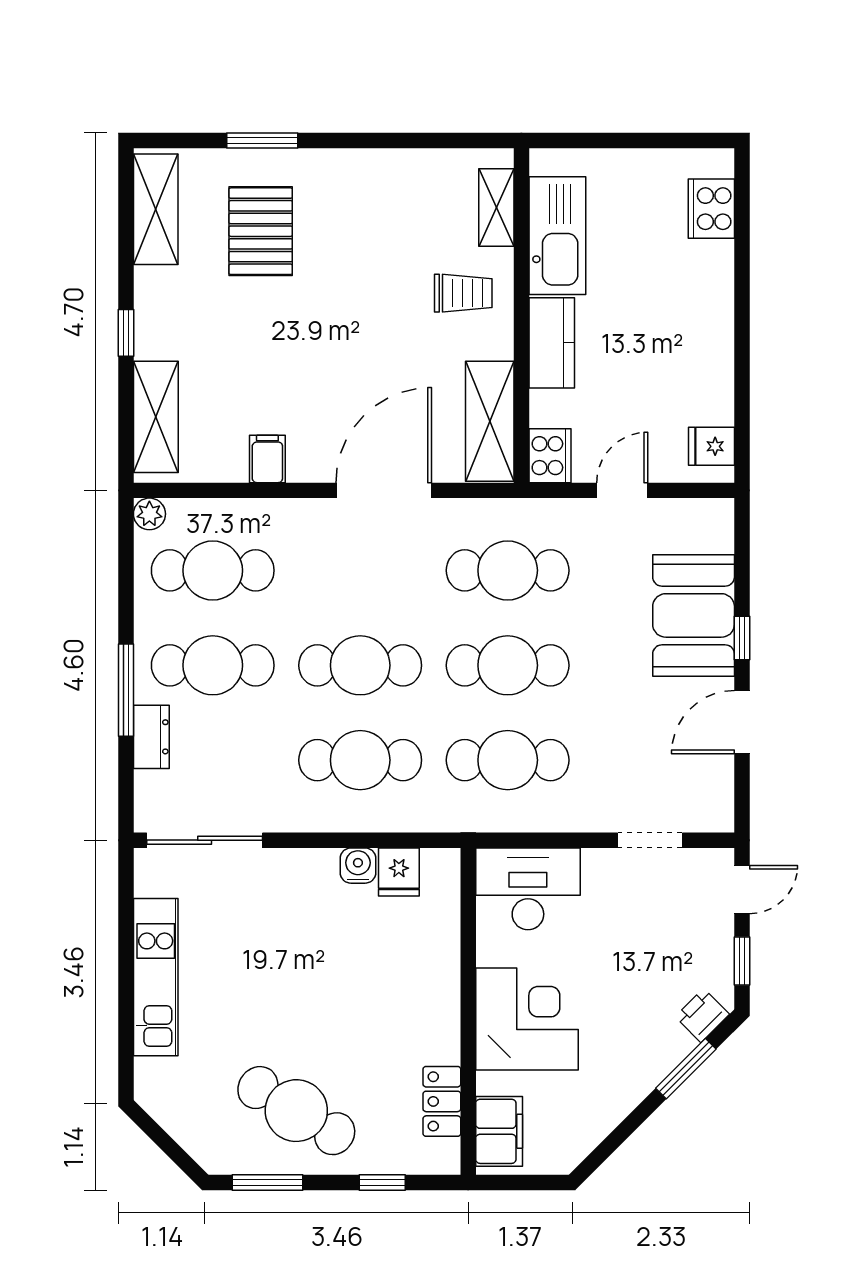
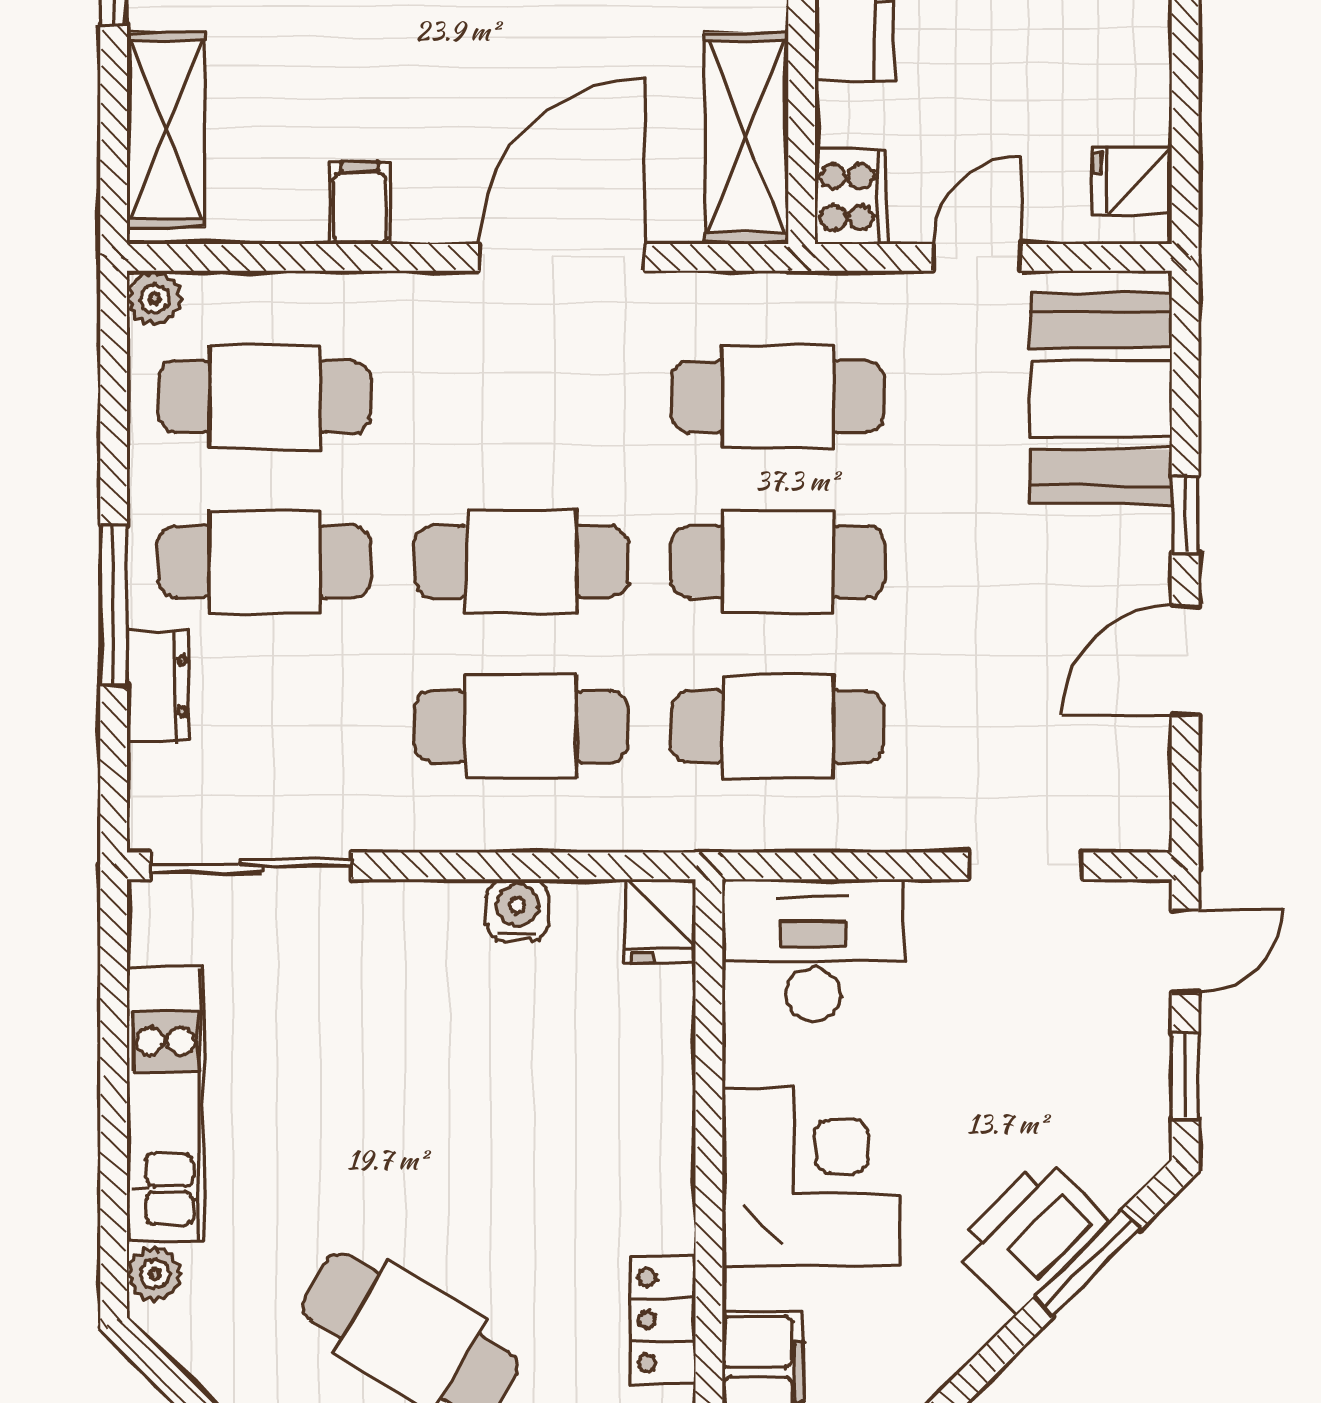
booth: (694, 615) -> (1101, 399), moved
fridge: (399, 872) -> (661, 921), moved
printer: (702, 1015) -> (1030, 1235), moved, width x1.87, depth x1.48
plant: (149, 1075) -> (155, 1274), added

